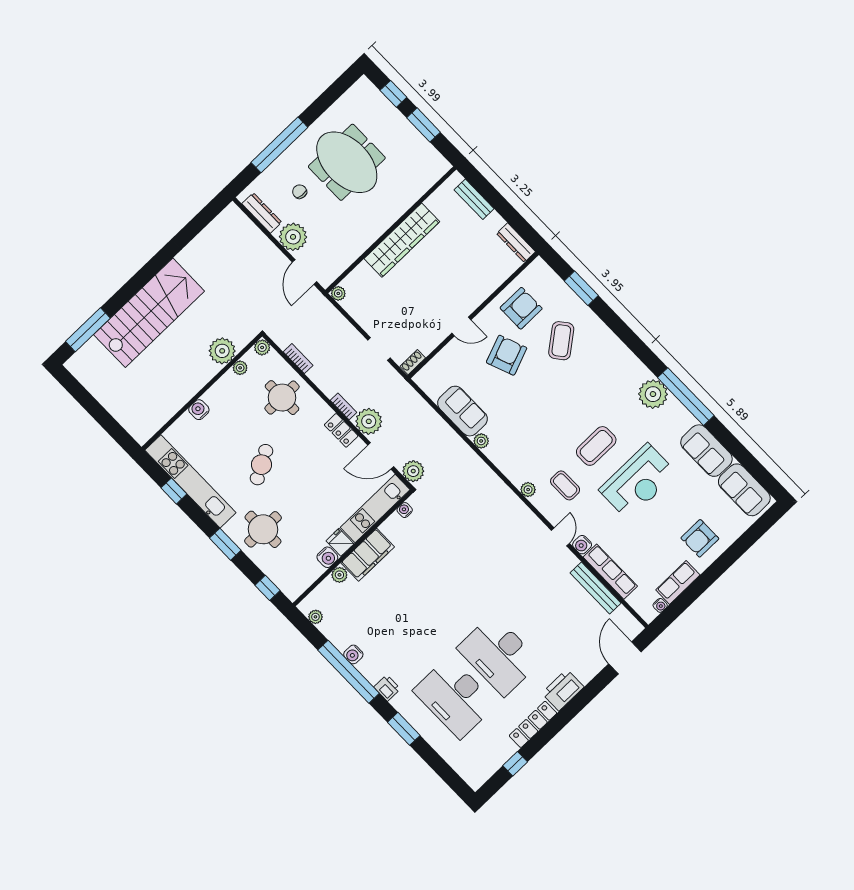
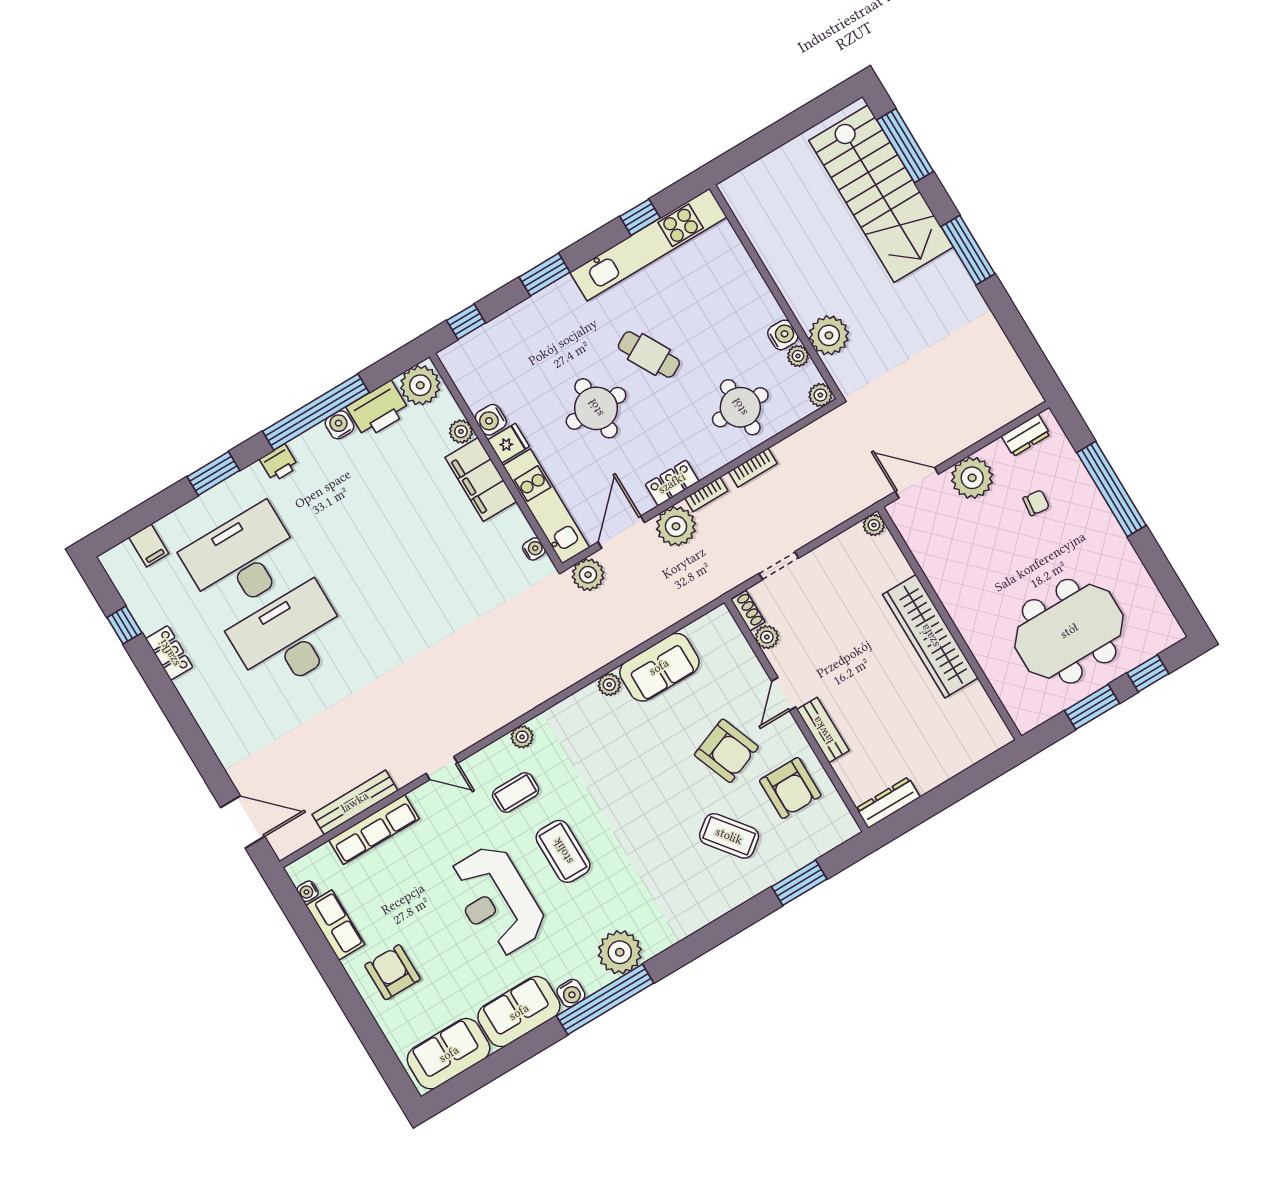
meeting table: (347, 162) -> (1069, 631), moved
bench: (474, 199) -> (823, 730), moved, turned 90
dresser: (262, 213) -> (1026, 435), width x0.70
window: (146, 274) -> (968, 250), added
stairs: (149, 313) -> (881, 194), moved
plant: (427, 346) -> (767, 637), added
bookcase: (298, 359) -> (753, 468), moved
water cooler: (199, 410) -> (783, 335), moved
round table: (263, 529) -> (596, 408), moved
water cooler: (582, 545) -> (571, 993), moved, turned 180
plant: (315, 617) -> (420, 385), width x1.87, depth x1.87
printer: (563, 690) -> (378, 410), moved, turned 90
locker: (533, 724) -> (169, 653), width x0.66
filing cabinet: (460, 760) -> (149, 545), added

